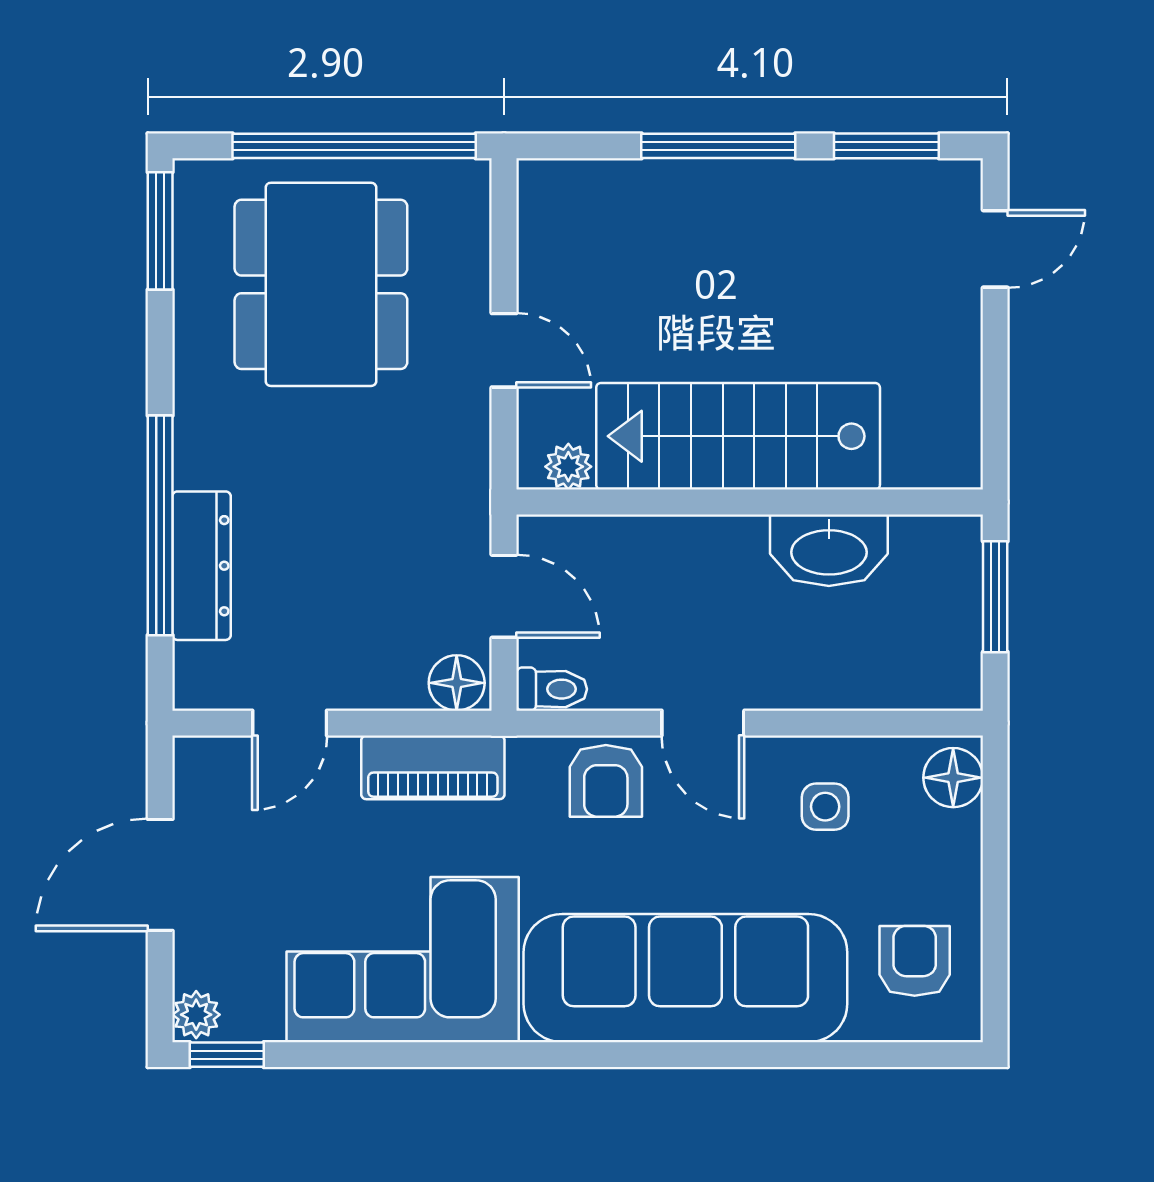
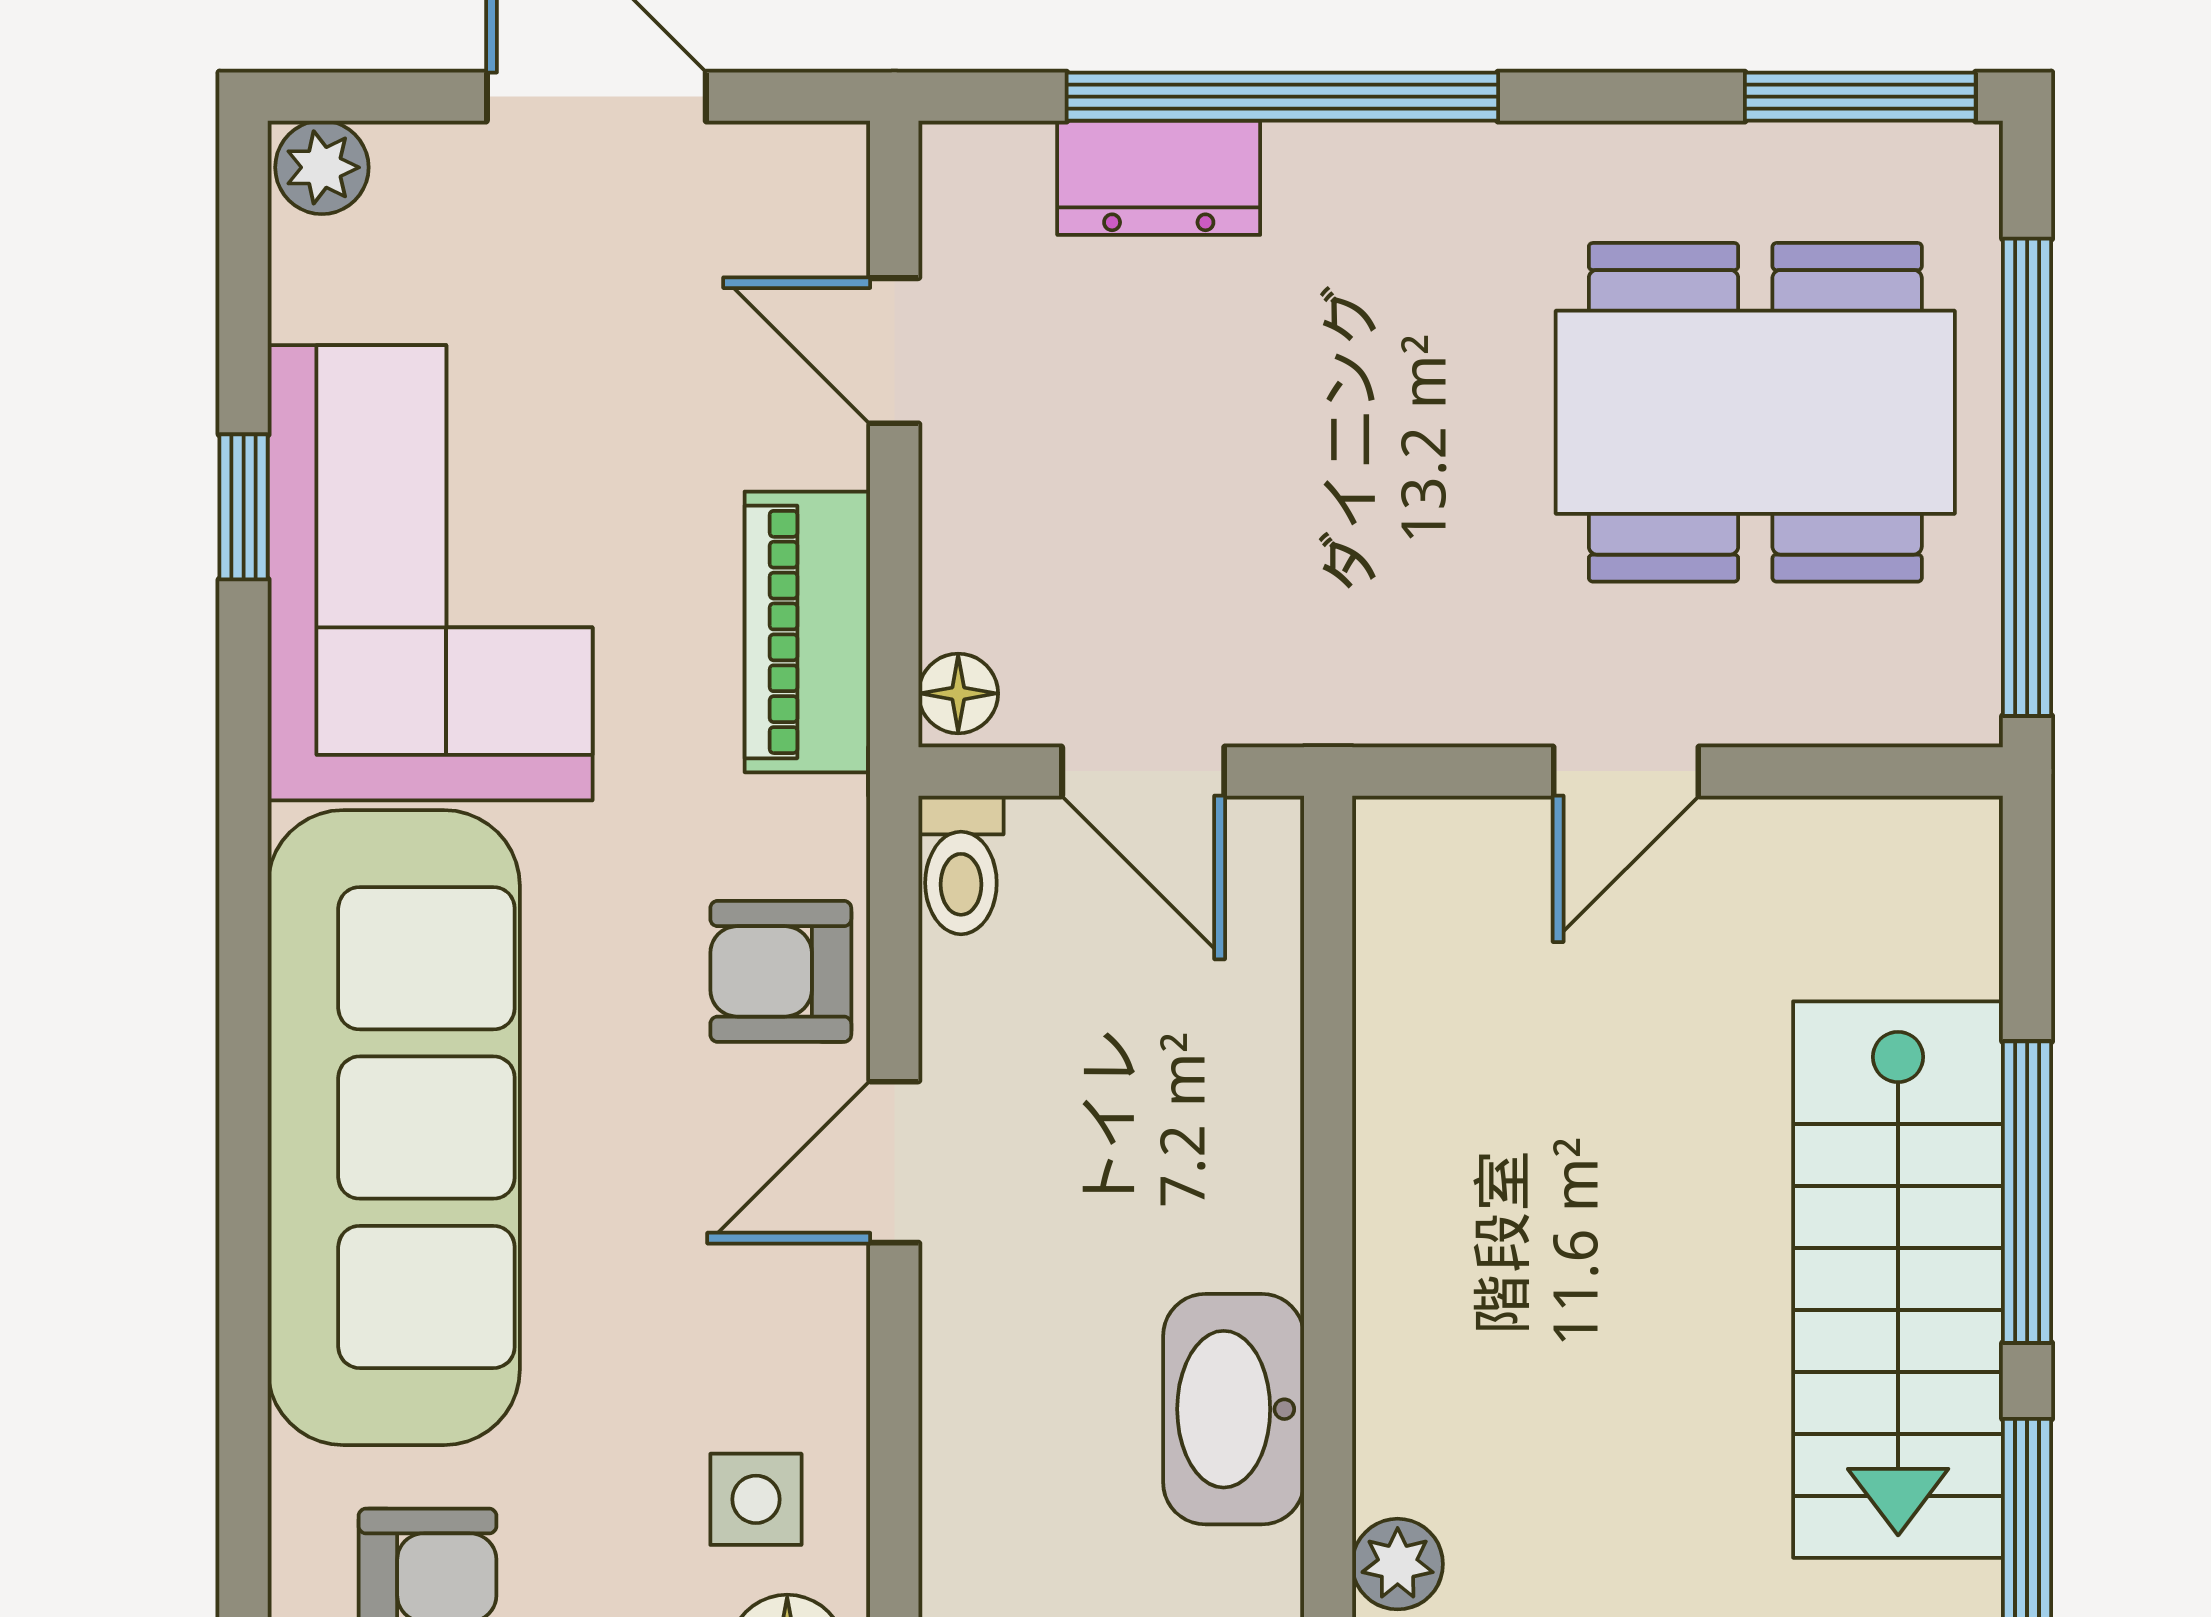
stairs: (738, 436) -> (1898, 1280), moved, turned 180
plant: (568, 467) -> (1398, 1564), moved
dresser: (202, 566) -> (1159, 178), width x0.70
door: (504, 596) -> (1143, 771), hinge flipped
floor lamp: (457, 683) -> (958, 693), width x0.73, depth x0.73
side table: (825, 807) -> (756, 1499), moved
window: (227, 1055) -> (244, 507), moved

